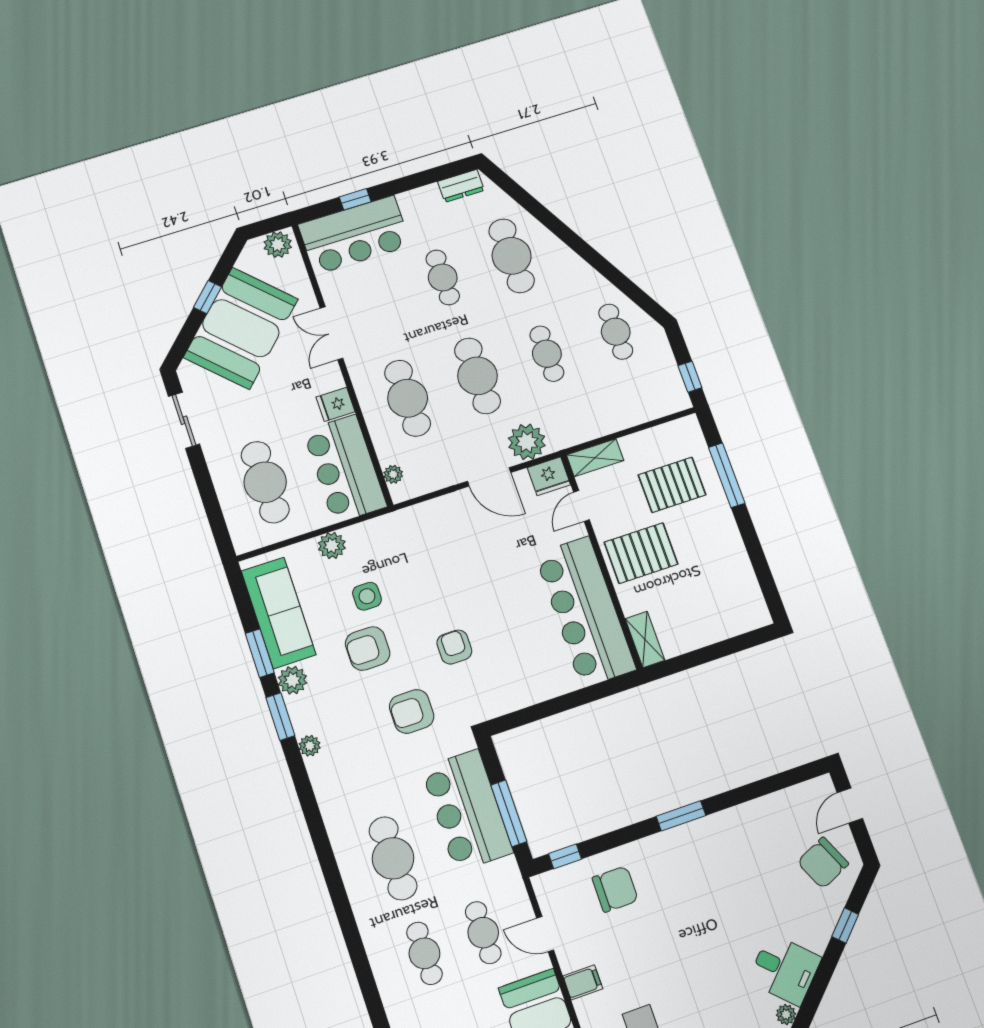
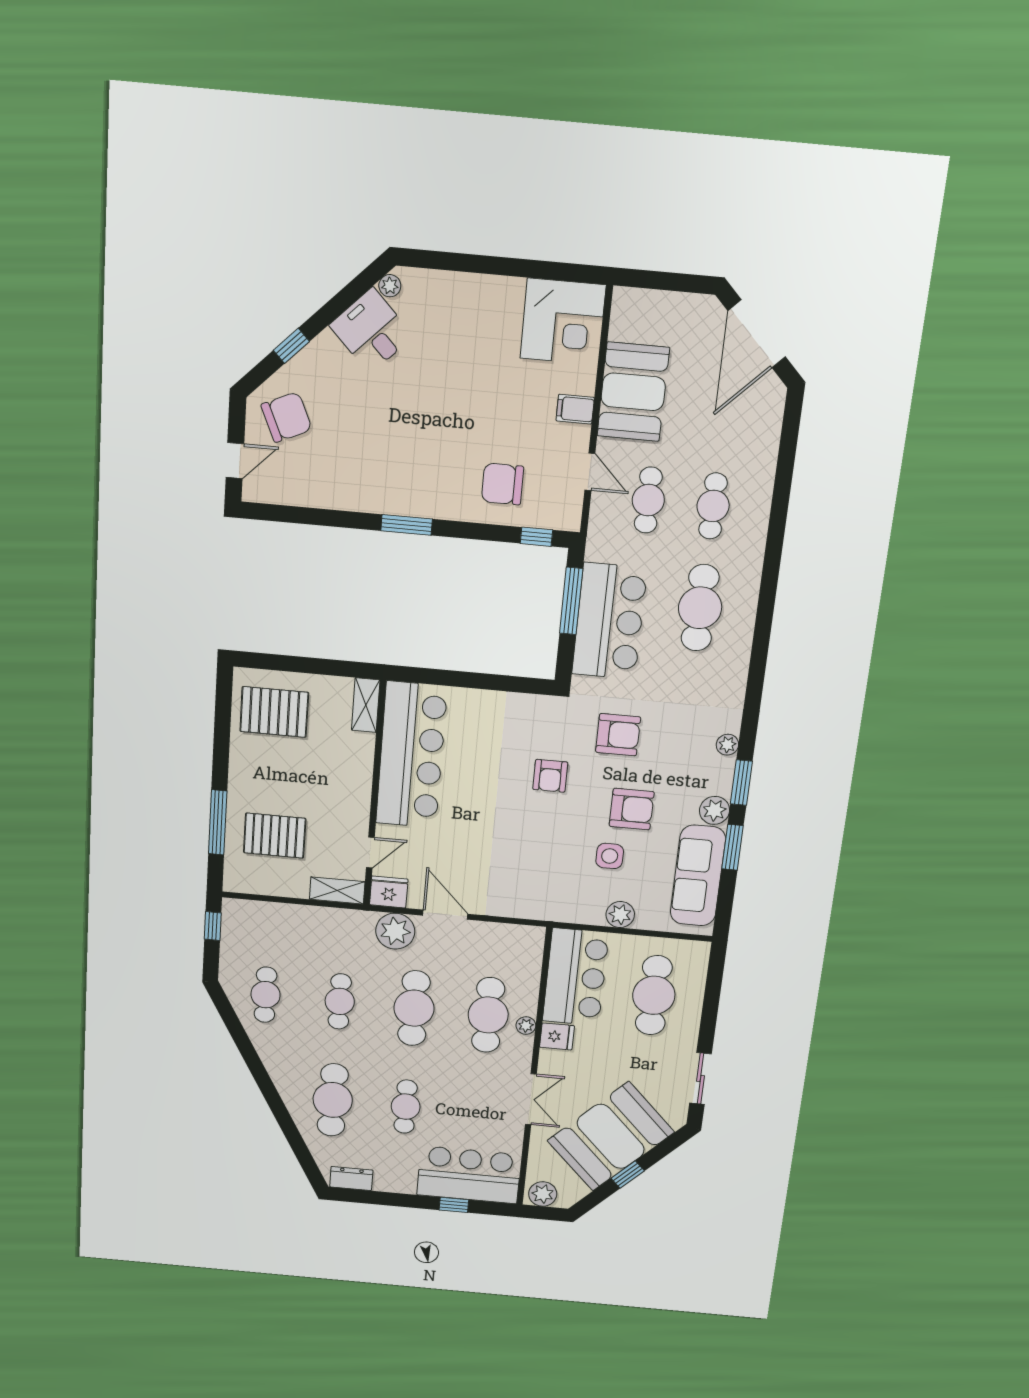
plant: (393, 474) -> (526, 1026), moved
pallet: (641, 553) -> (274, 712), moved

